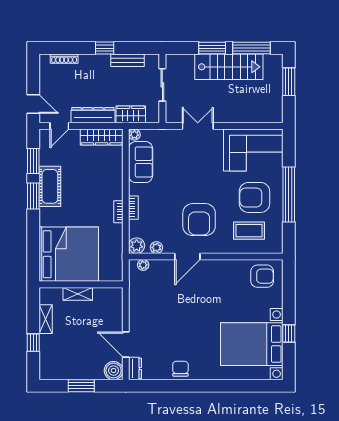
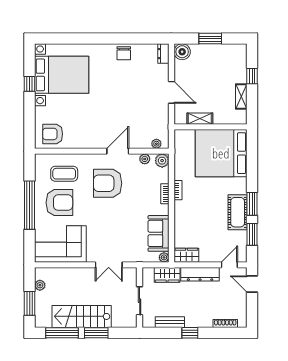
plant: (277, 103) -> (40, 285), added
wardrobe: (102, 137) -> (186, 255), width x0.67
armchair: (199, 220) -> (108, 183), turned -90
shelving: (78, 294) -> (200, 119), moved
door: (126, 345) -> (171, 92), moved

